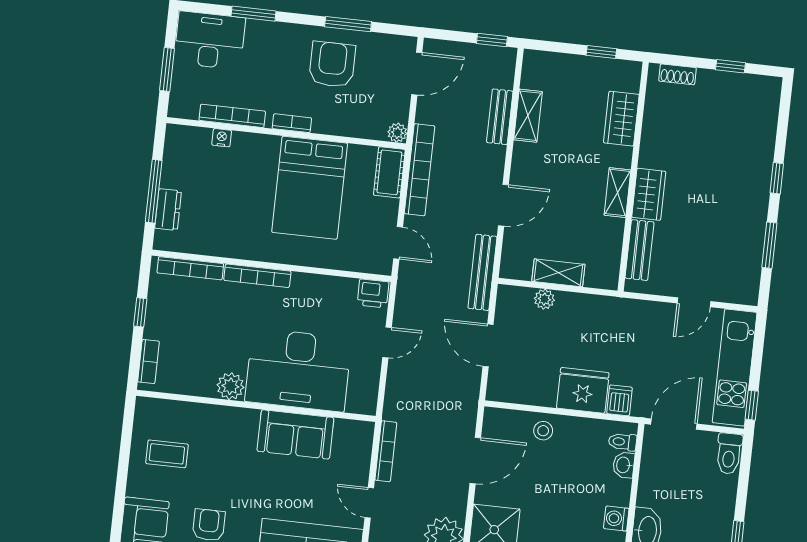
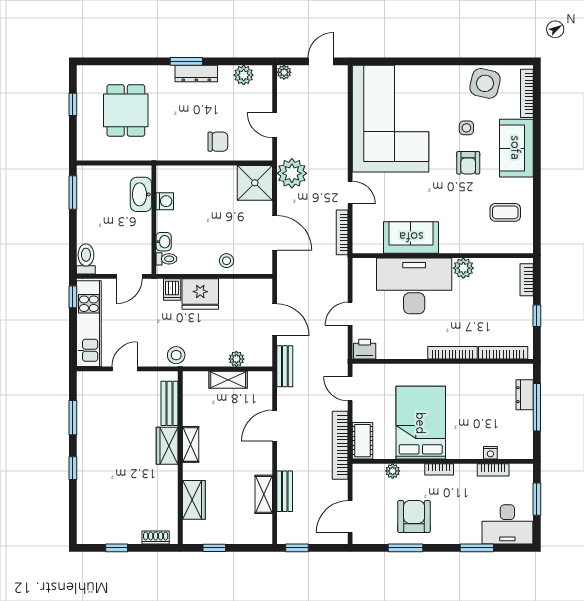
armchair: (332, 64) -> (414, 517), turned 180
bookcase: (232, 116) -> (493, 470), width x0.64
plant: (397, 133) -> (393, 471), moved
bench: (482, 272) -> (285, 366), width x0.73
stool: (624, 313) -> (176, 355), added
door: (674, 424) -> (129, 276), width x0.73
door: (475, 461) -> (275, 233), swing flipped

